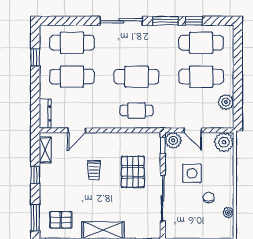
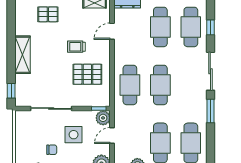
window: (194, 21) -> (210, 27), moved
cafe table: (137, 111) -> (130, 85), width x1.37, depth x1.35
door: (77, 130) -> (112, 31), hinge flipped
pallet: (133, 172) -> (87, 74), moved
pallet: (61, 220) -> (48, 14), moved, turned 90

